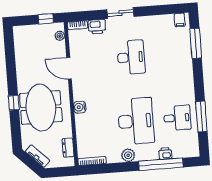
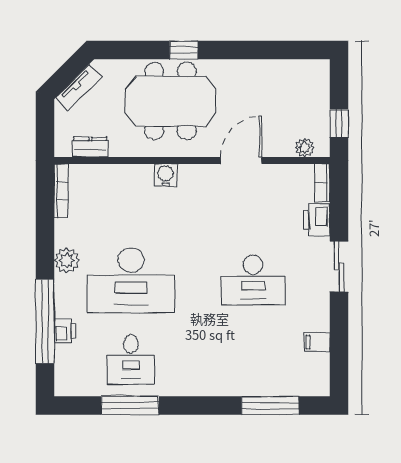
filing cabinet: (180, 20) -> (317, 342), moved

